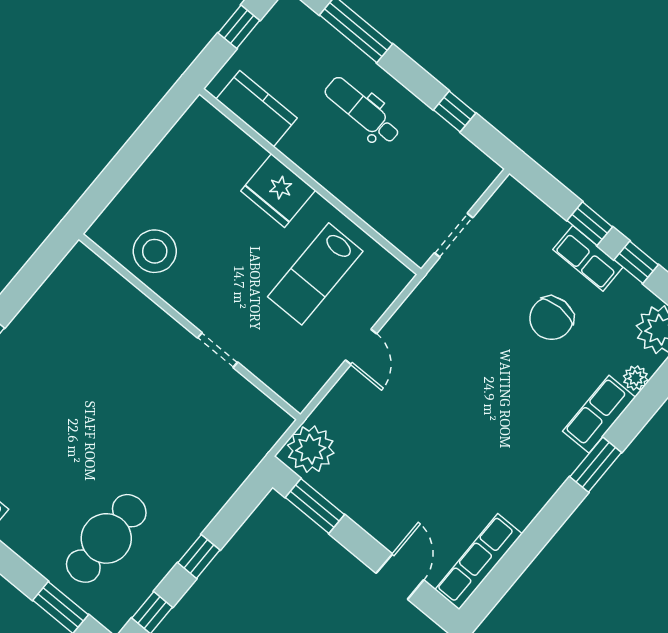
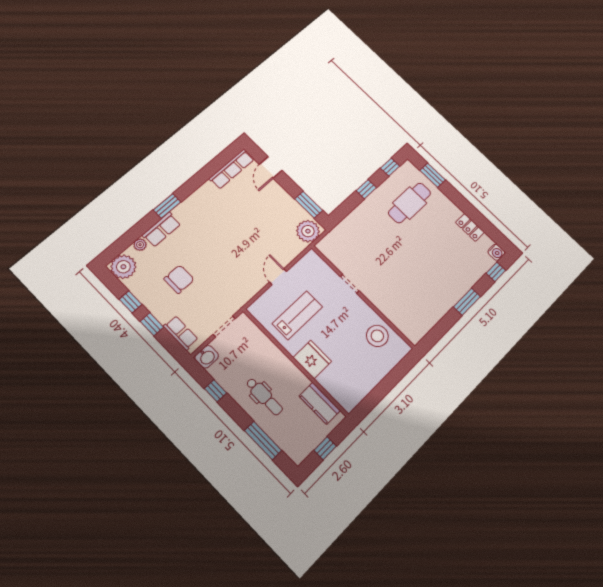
washbasin: (479, 173) -> (207, 357), added
row of seats: (588, 258) -> (181, 333), moved

